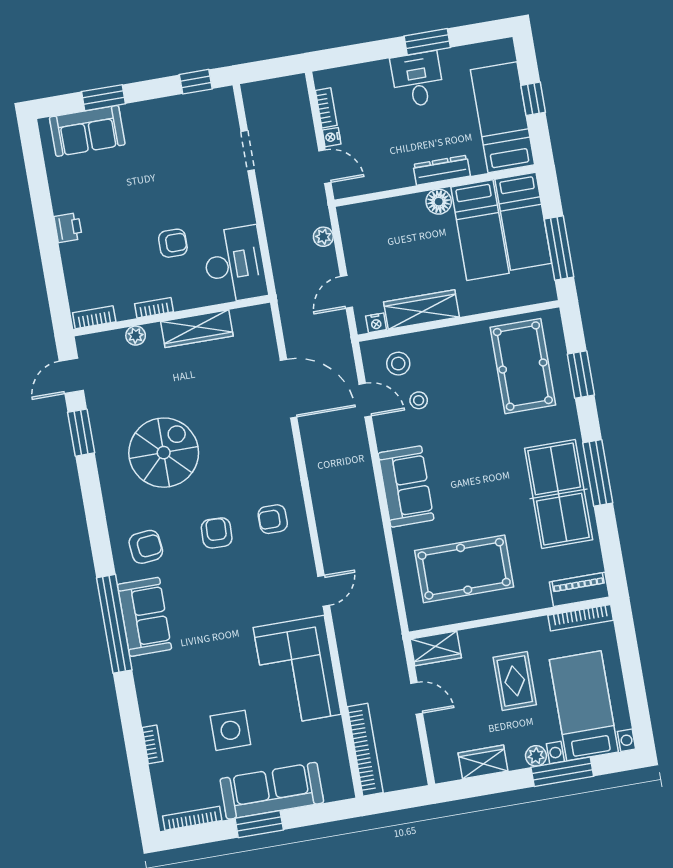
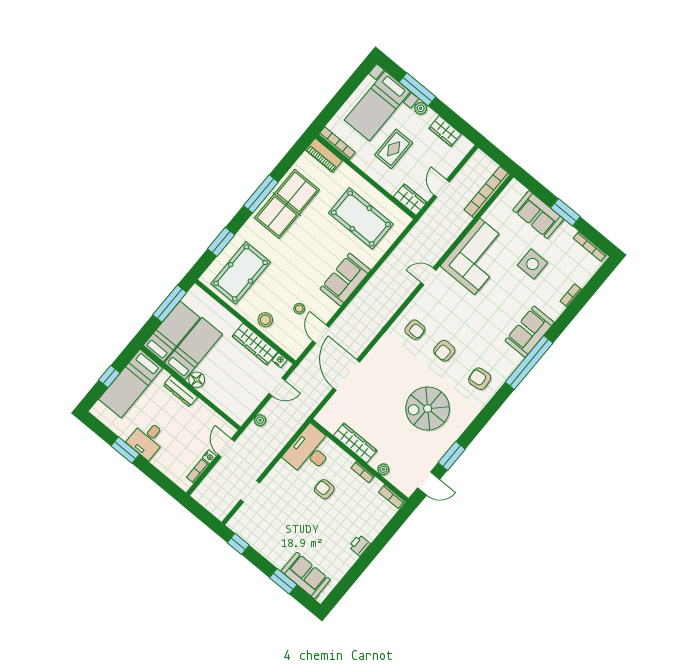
stool: (398, 364) -> (265, 320), moved
sofa: (144, 617) -> (530, 332), moved
sofa: (272, 791) -> (538, 215), width x0.73

